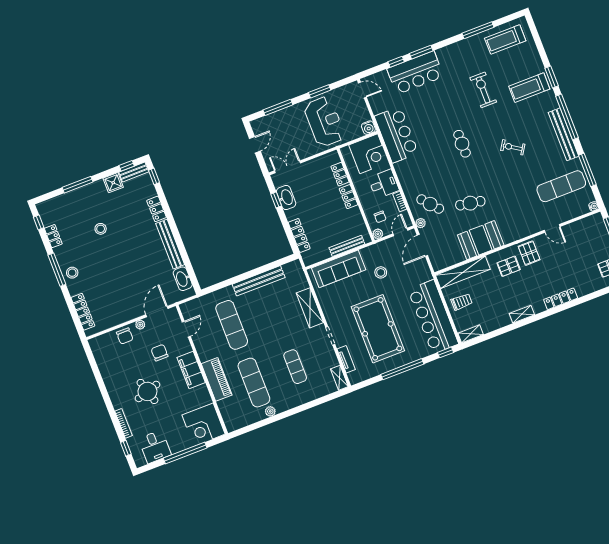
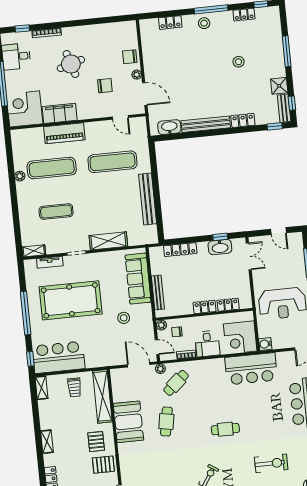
locker: (83, 312) -> (170, 23), width x0.66
bar counter: (433, 317) -> (59, 357), width x0.73
filing cabinet: (191, 370) -> (60, 113), moved

